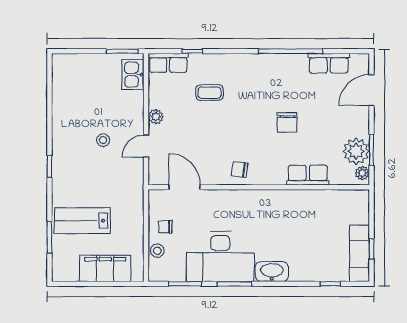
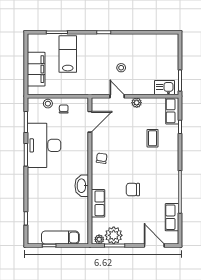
exam couch: (359, 253) -> (60, 237), moved
washbasin: (272, 272) -> (82, 186), moved, turned 180

